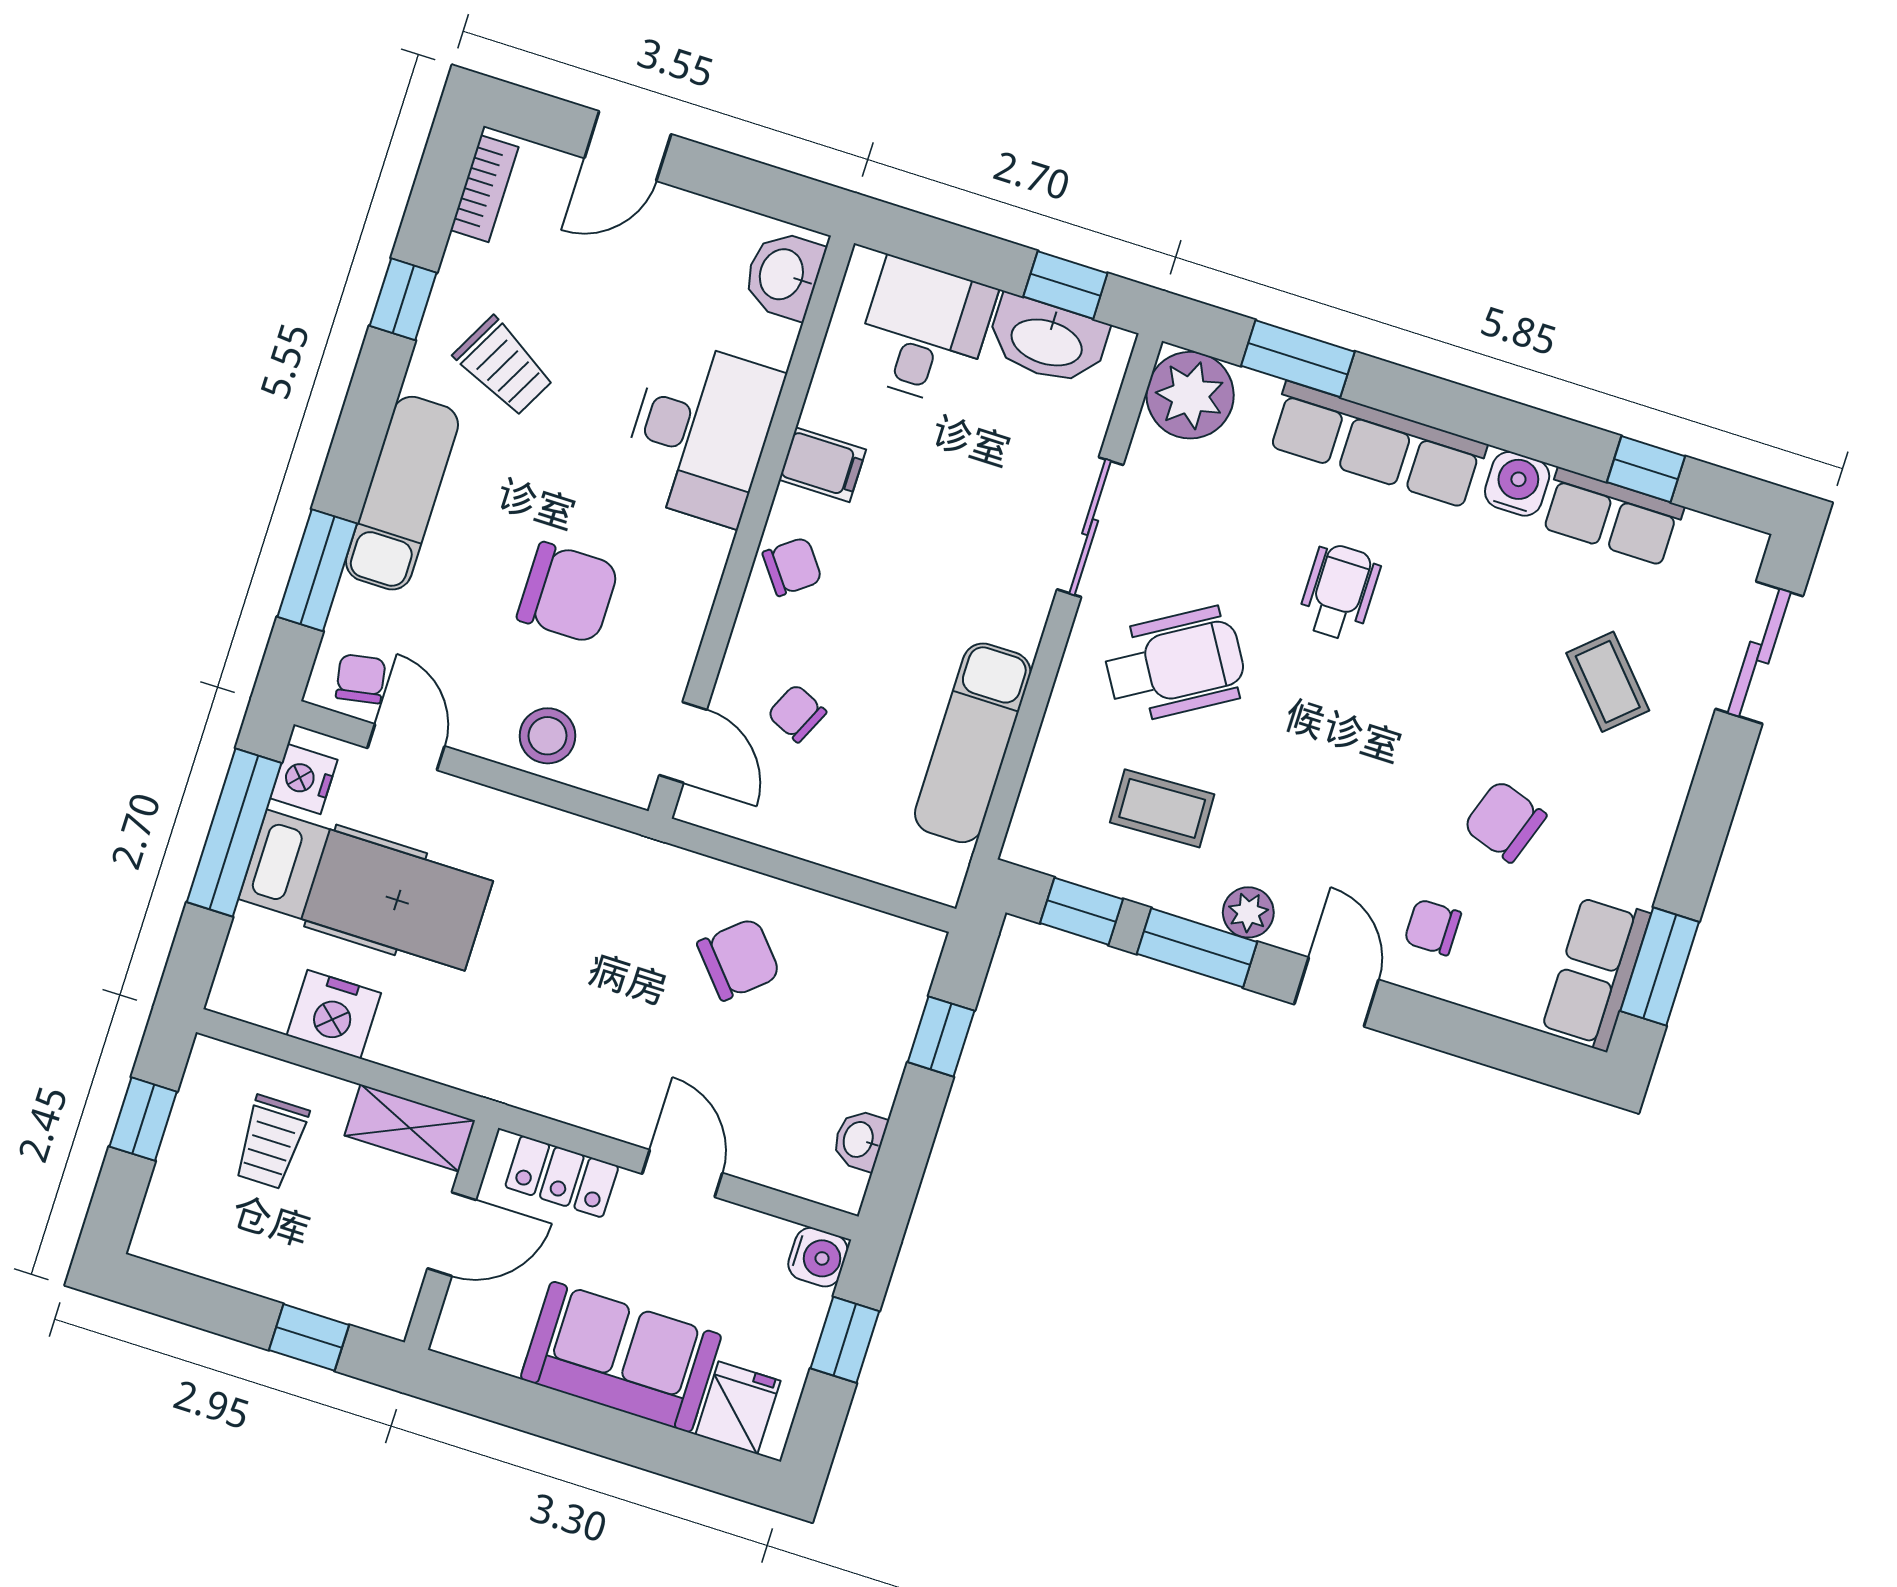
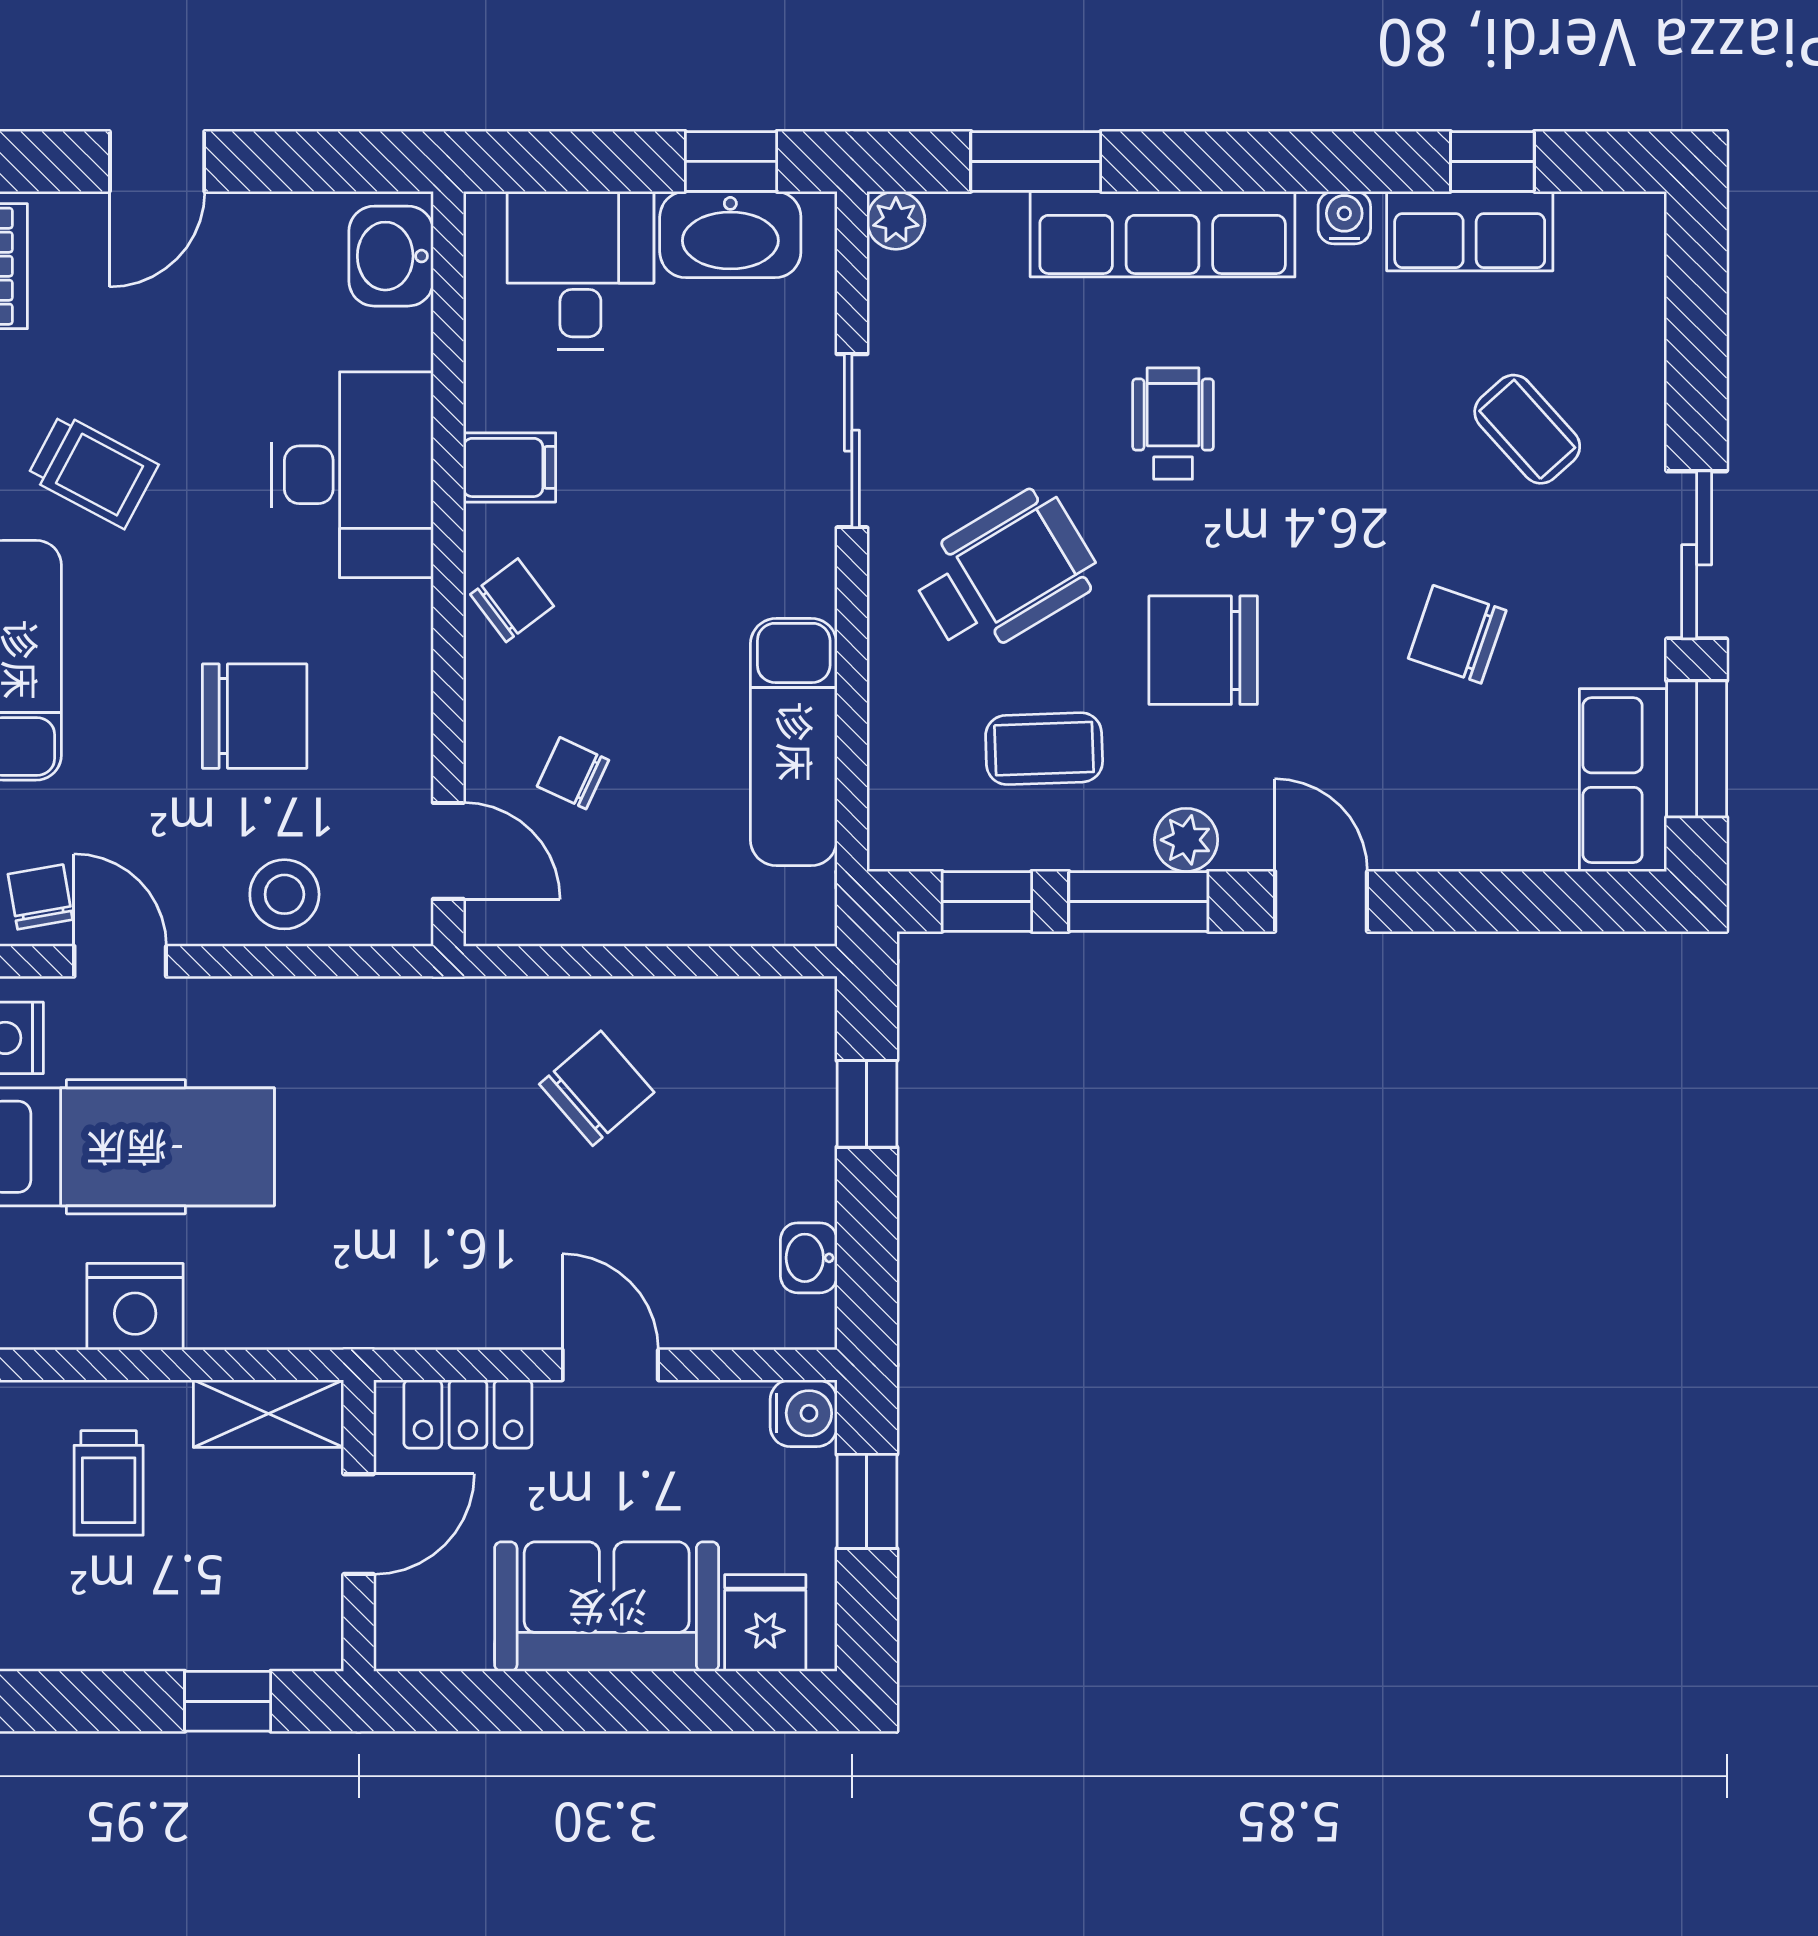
plant: (1190, 395) -> (896, 220), width x0.53, depth x0.53
water cooler: (1517, 484) -> (1344, 218), width x0.72, depth x0.72
sliding door: (1759, 653) -> (1697, 555), moved
chair: (1433, 927) -> (1203, 650), moved, width x1.87, depth x1.87

